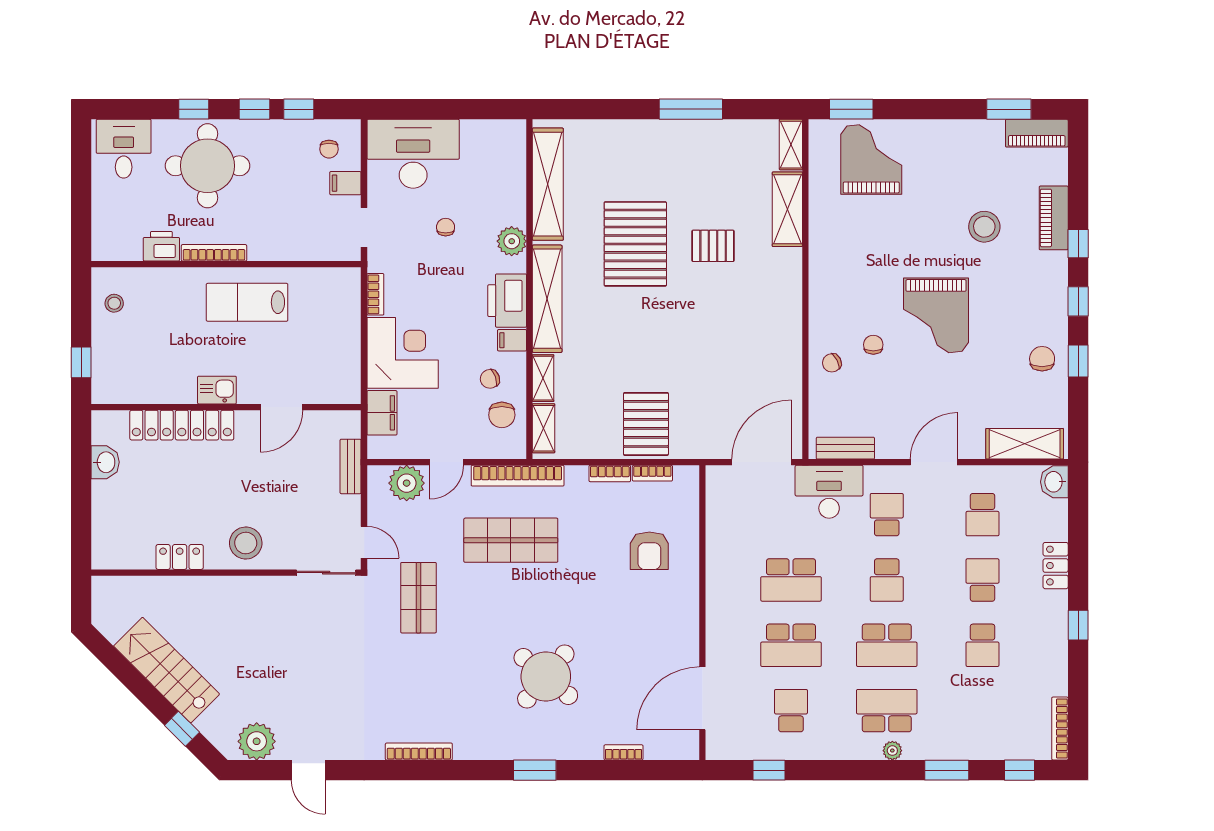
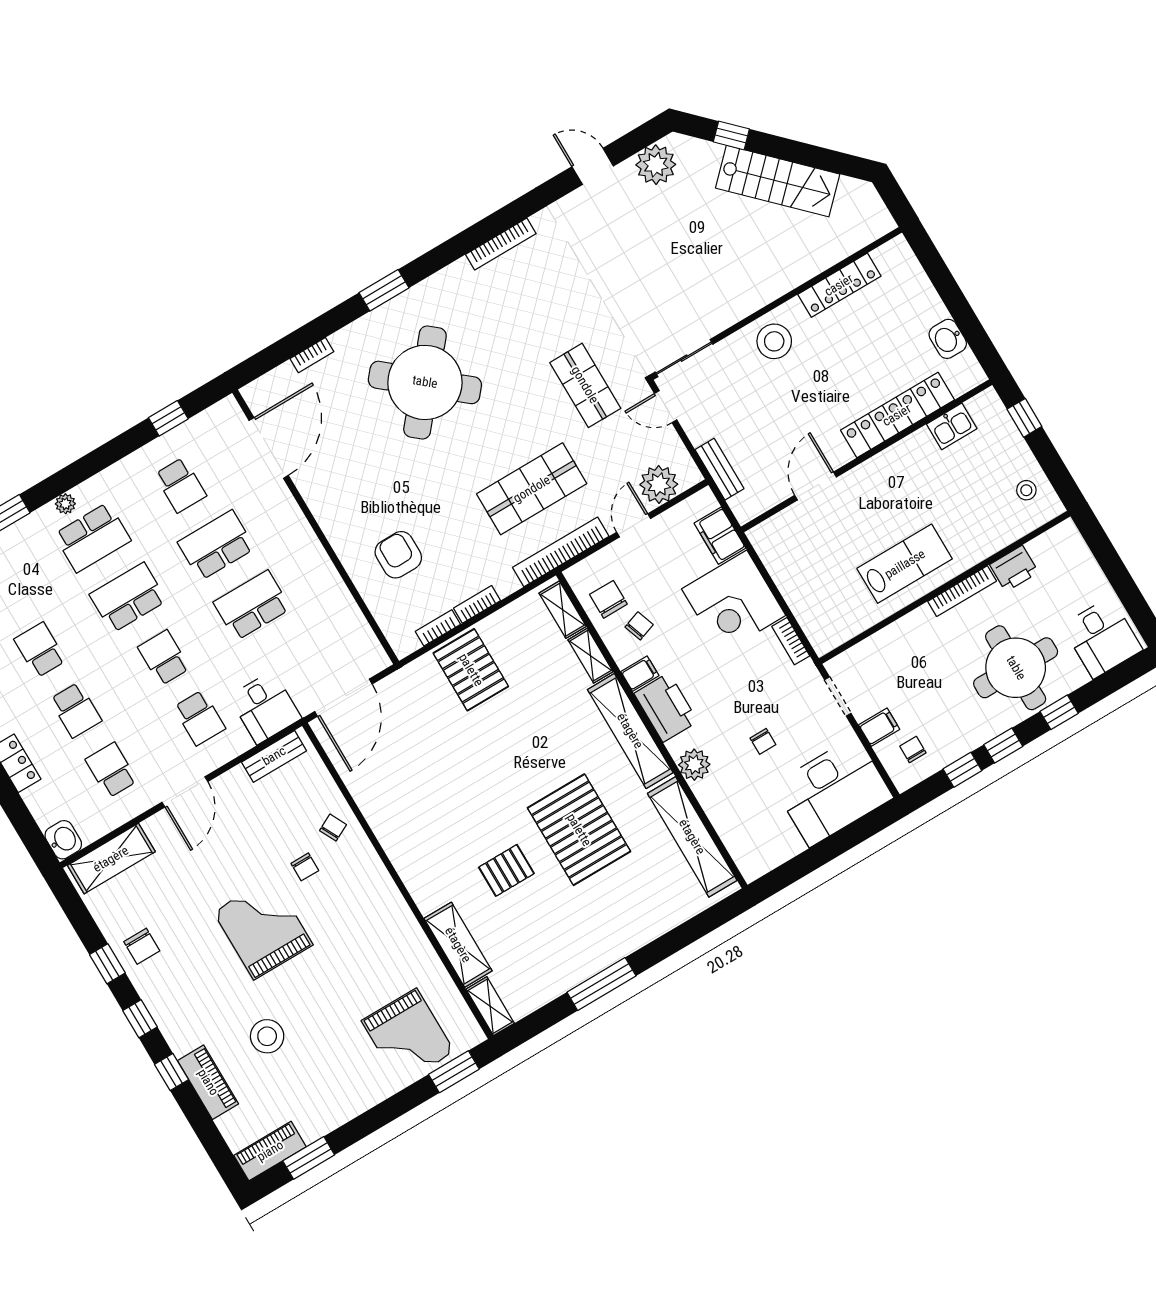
kitchen sink: (217, 390) -> (952, 426), moved
desk: (829, 492) -> (265, 707), width x0.73
locker: (180, 557) -> (839, 285), width x1.53
round table: (546, 677) -> (425, 382), width x1.36, depth x1.36

